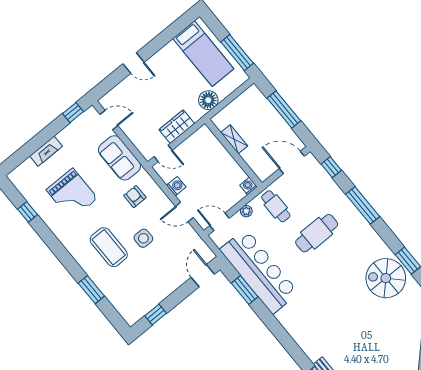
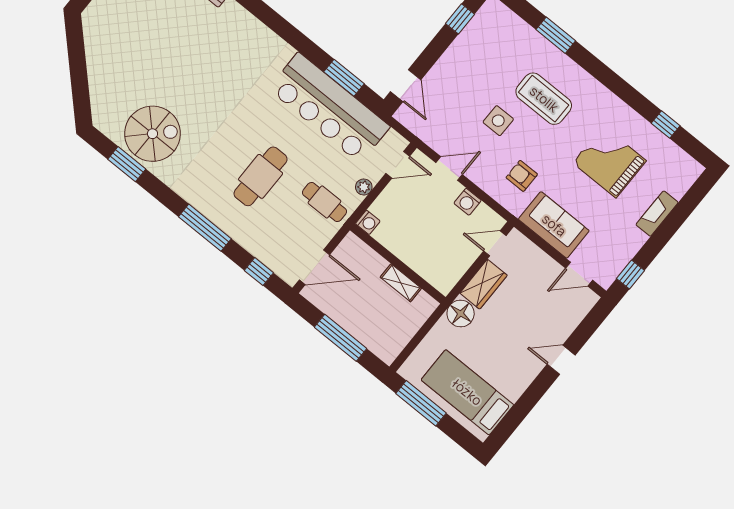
floor lamp: (208, 100) -> (461, 313), moved
armchair: (135, 197) -> (522, 176), turned 180

